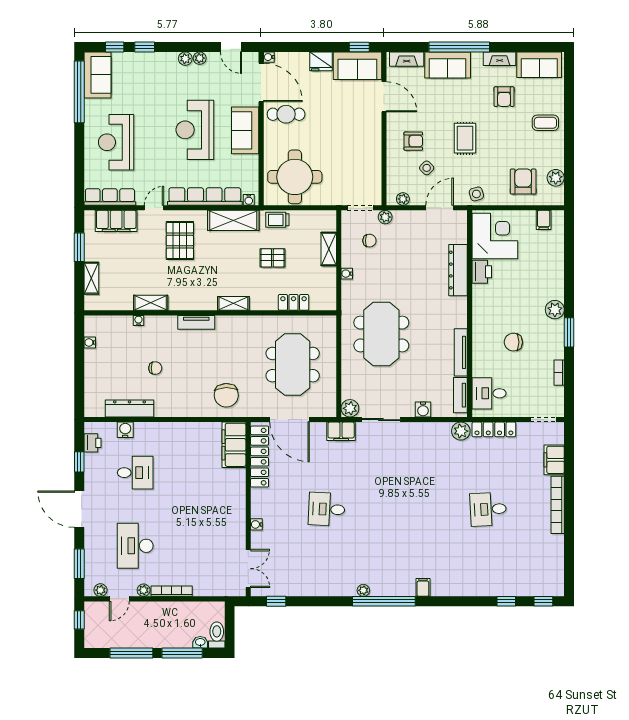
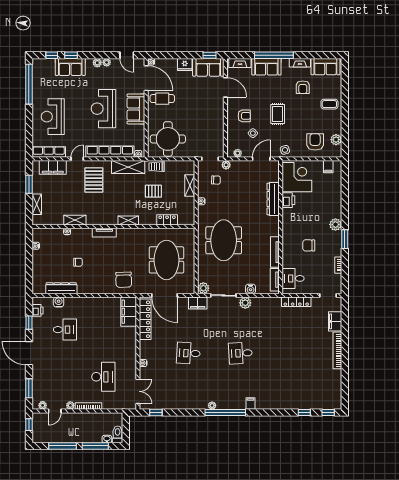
sofa: (98, 75) -> (70, 67), moved, turned 90
plant: (461, 431) -> (245, 303), moved
desk: (488, 509) -> (240, 353), moved
desk: (135, 546) -> (103, 377), moved, turned 180

